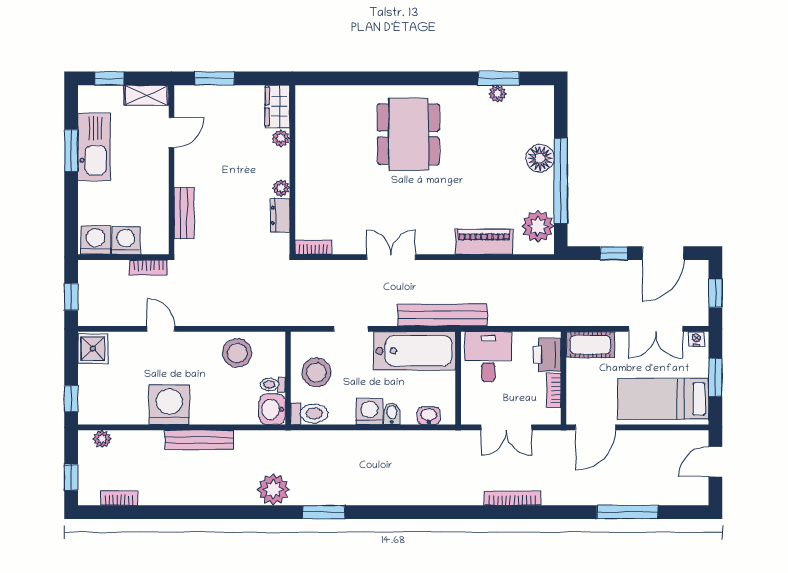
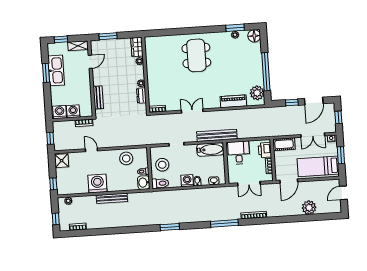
floor lamp: (540, 158) -> (254, 36), moved
bathtub: (415, 351) -> (210, 150), width x0.73, depth x0.73
plant: (273, 489) -> (309, 208), moved
window: (627, 512) -> (224, 223), moved

